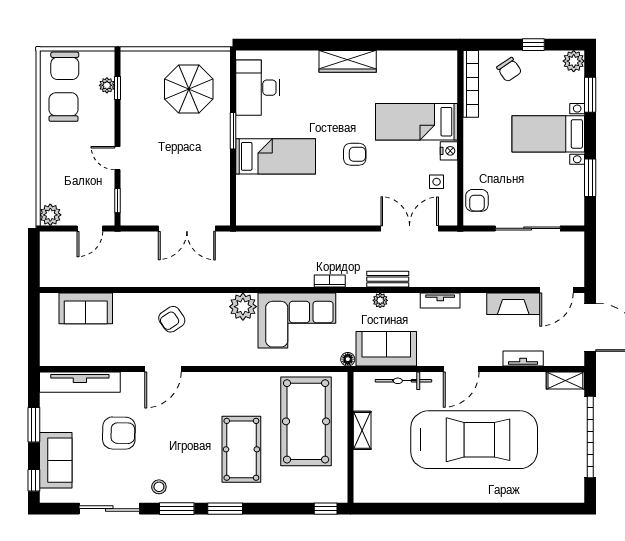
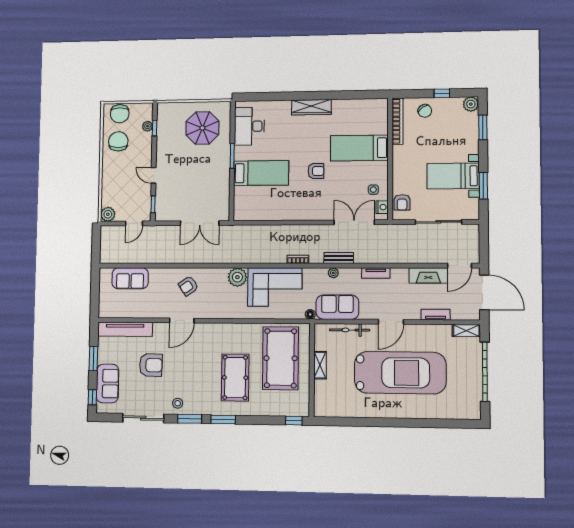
bed with nightstands: (548, 134) -> (453, 176), moved
nightstand: (449, 151) -> (382, 207), moved

